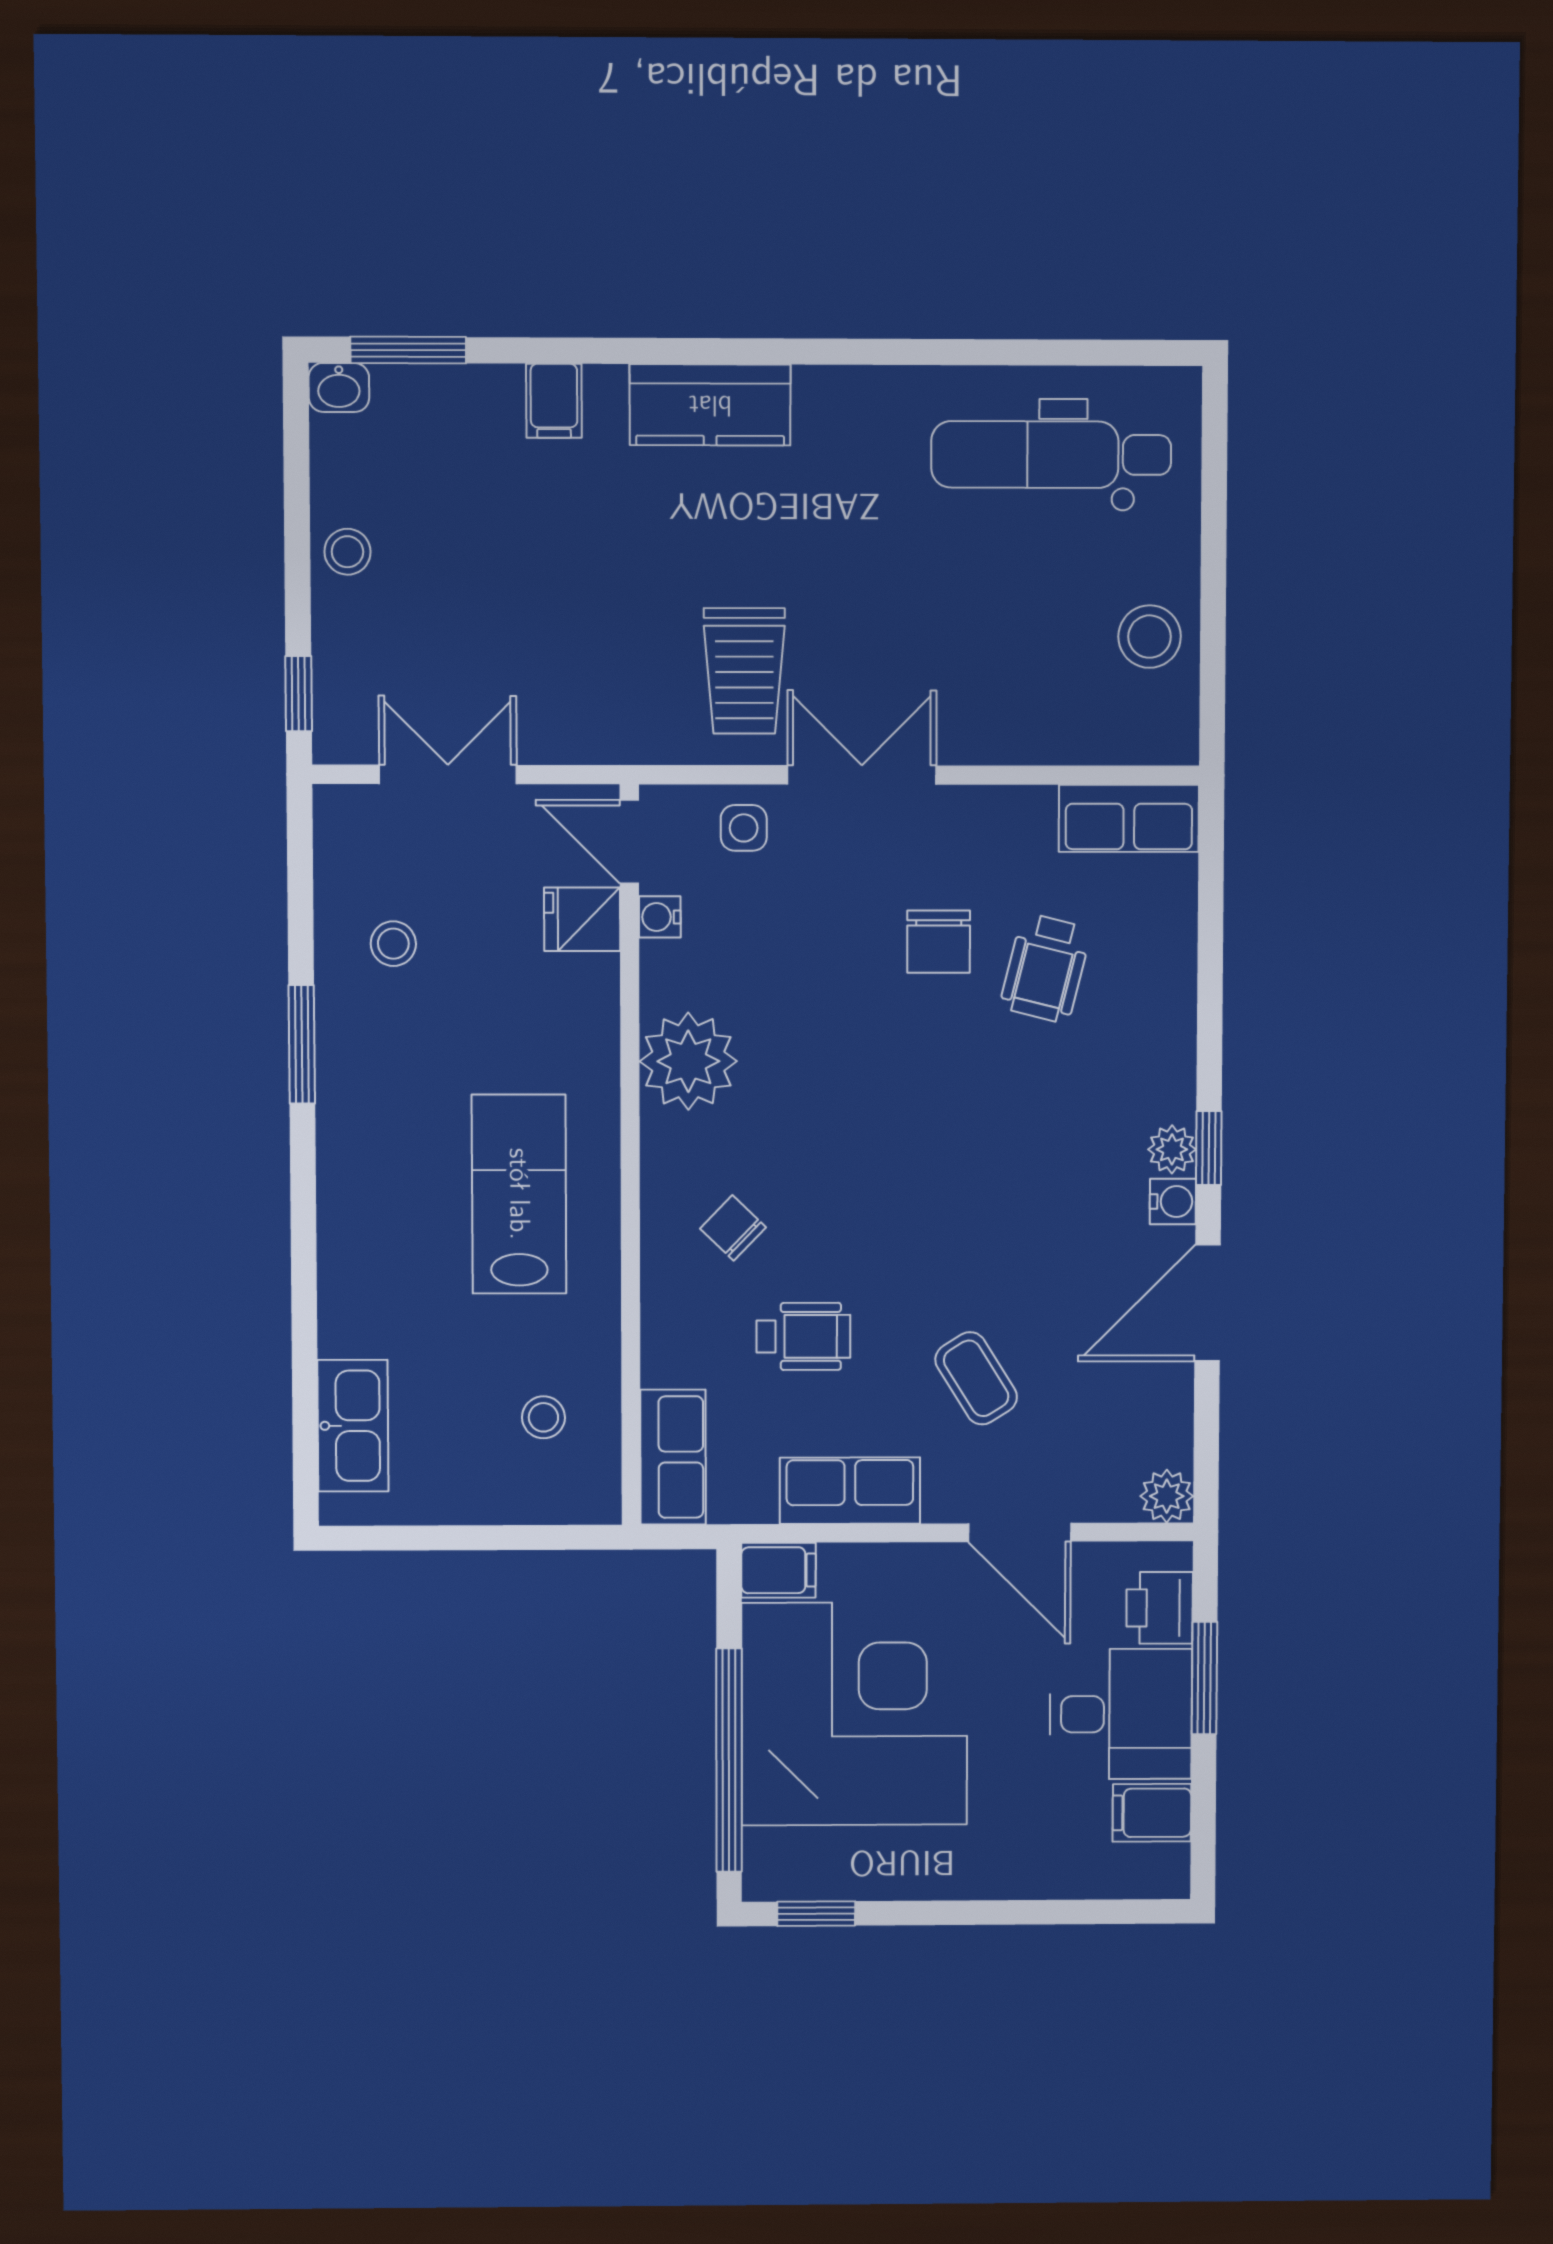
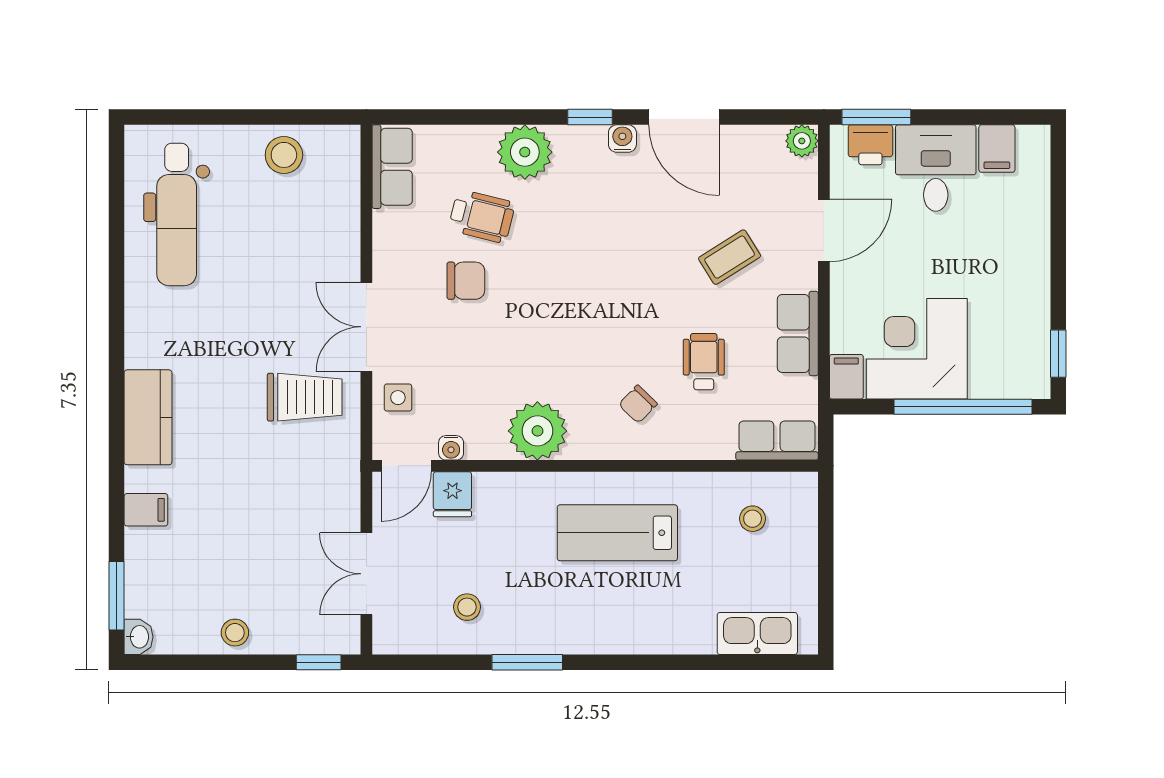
plant: (1172, 1149) -> (525, 152), moved, width x1.88, depth x1.88
window: (1204, 1678) -> (876, 117), moved
corner desk: (854, 1714) -> (917, 349), width x0.74, depth x0.74

